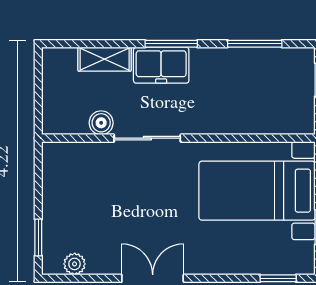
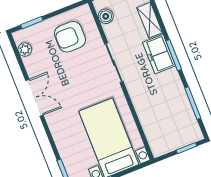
boiler: (101, 123) -> (106, 16), moved
armchair: (82, 189) -> (70, 37), added

